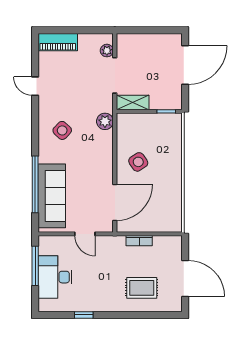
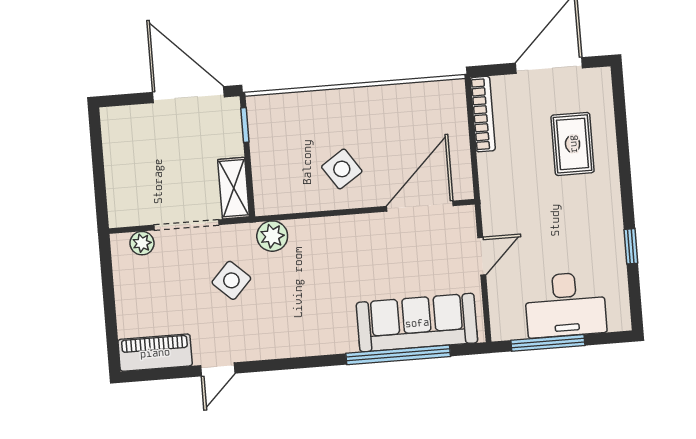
piano: (58, 42) -> (155, 353), moved, turned -90
door: (185, 65) -> (189, 95), moved
side table: (62, 130) -> (231, 280), moved
door: (115, 203) -> (420, 206), hinge flipped
bookcase: (139, 241) -> (483, 114), moved, width x1.56

